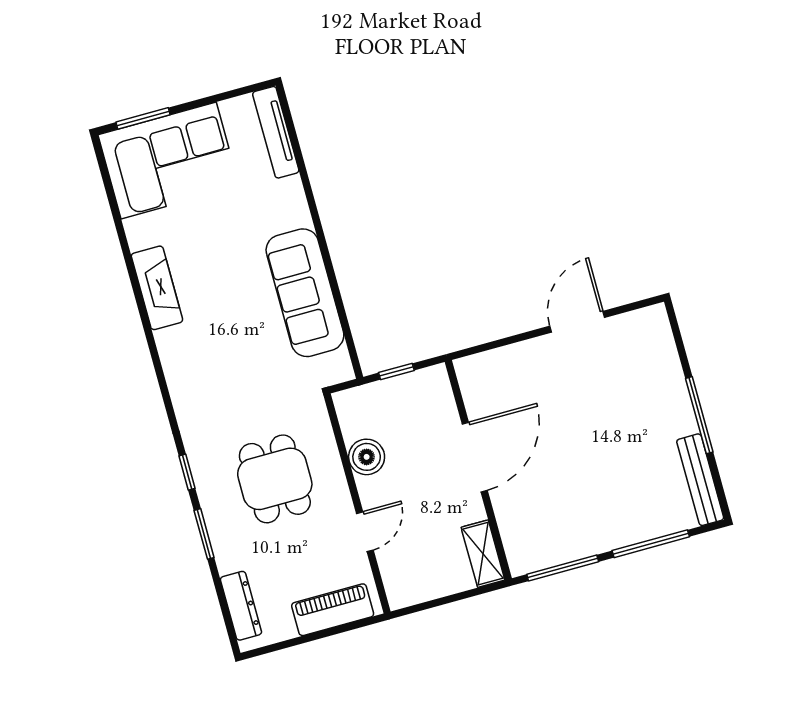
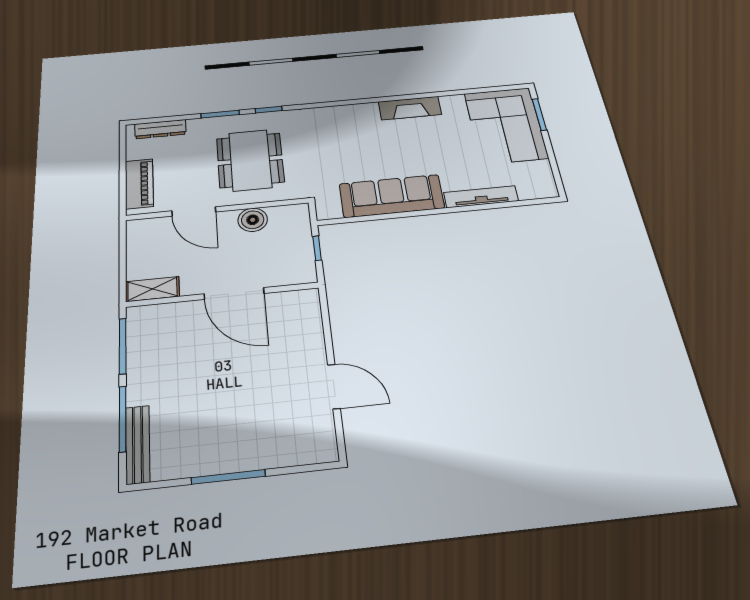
tv unit: (276, 132) -> (481, 197), moved
dining table: (275, 479) -> (250, 160), width x1.38
bench: (700, 480) -> (138, 444), moved, turned 90
door: (365, 532) -> (194, 211), width x1.38

